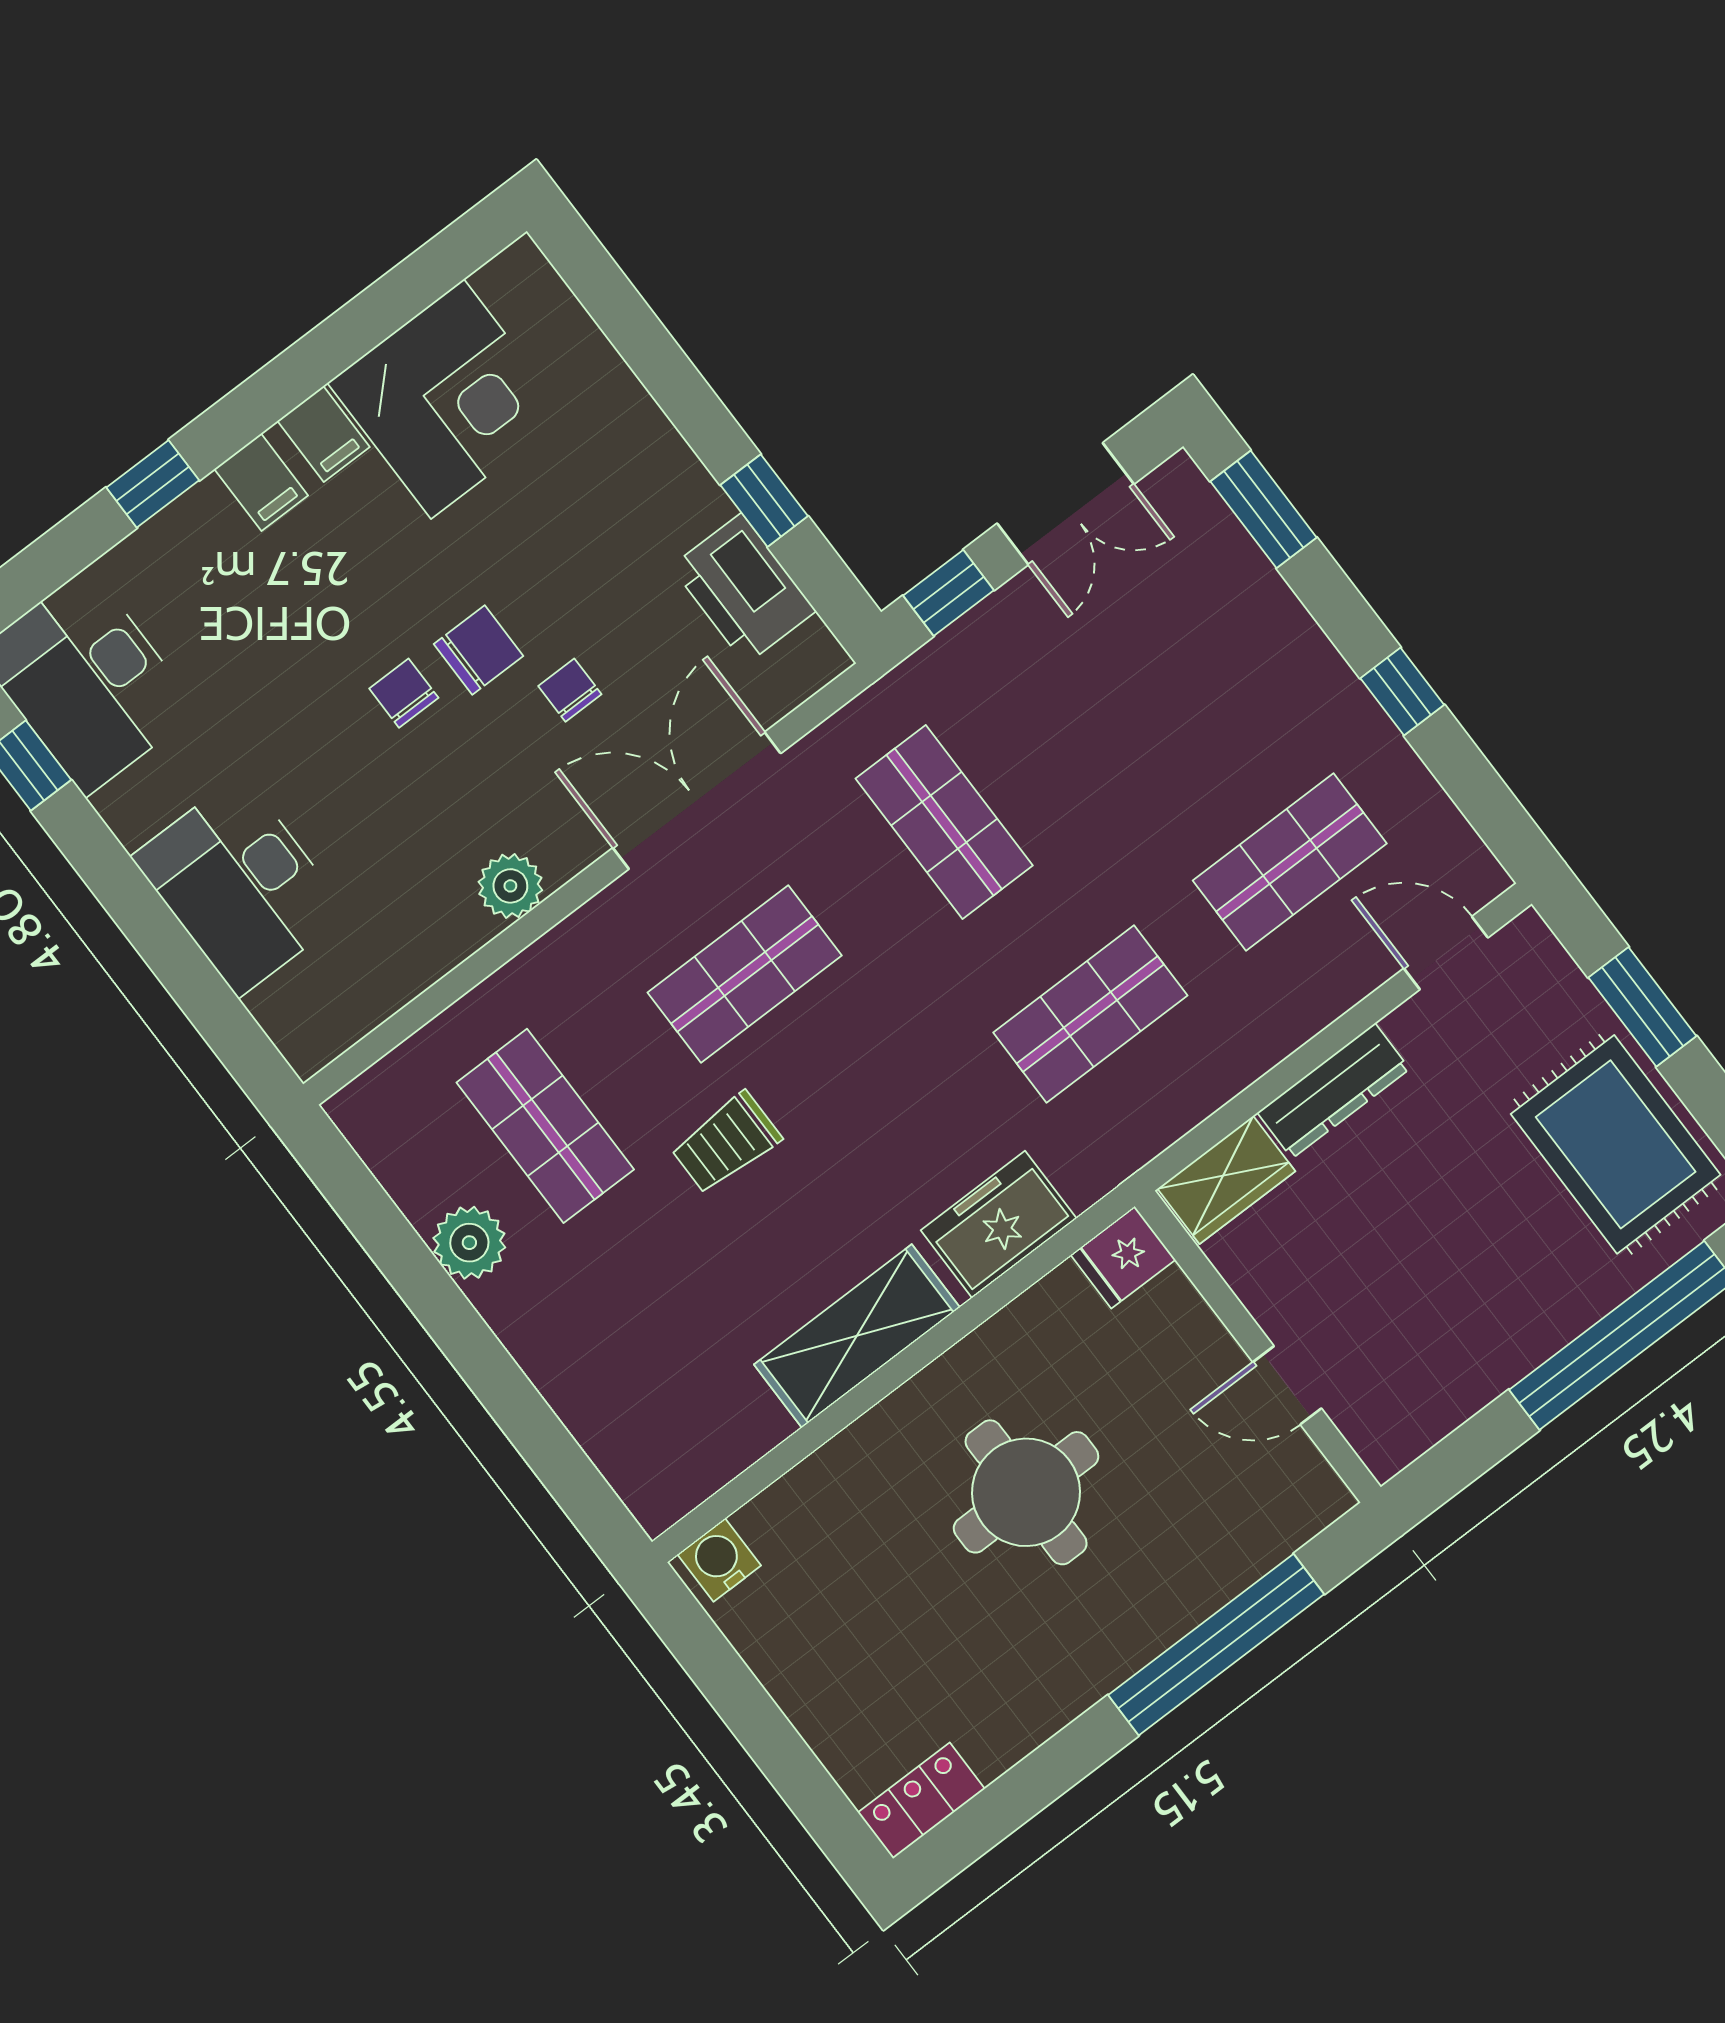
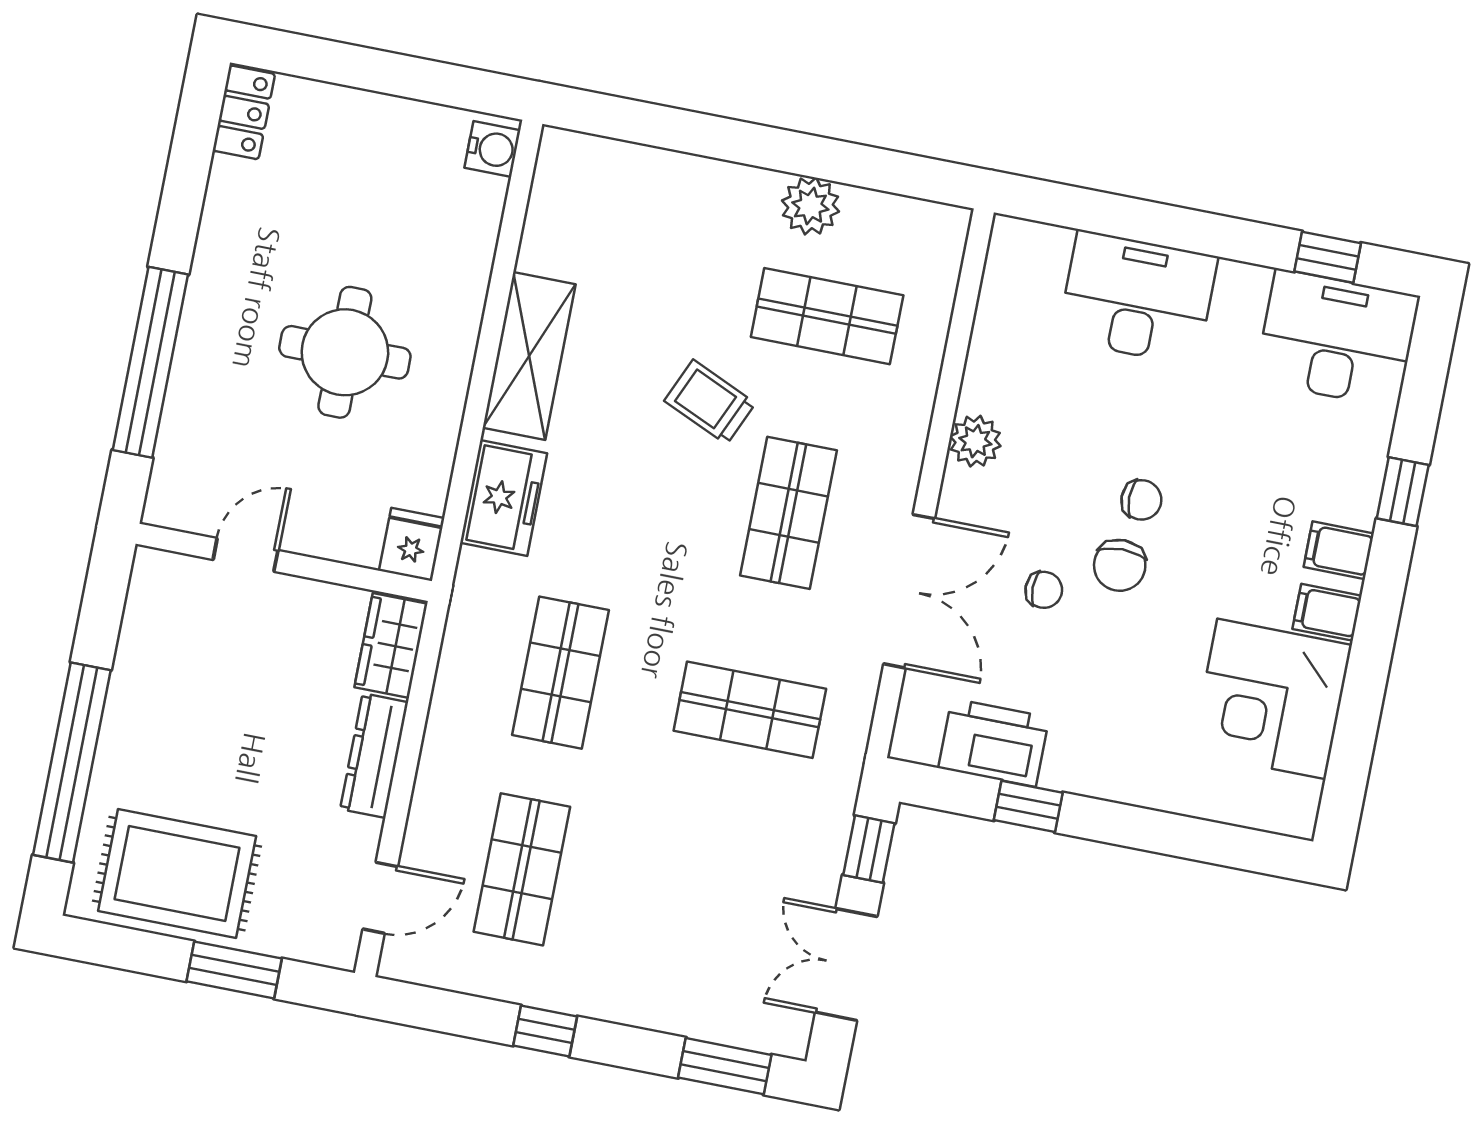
trolley: (726, 1143) -> (710, 402), turned -66

